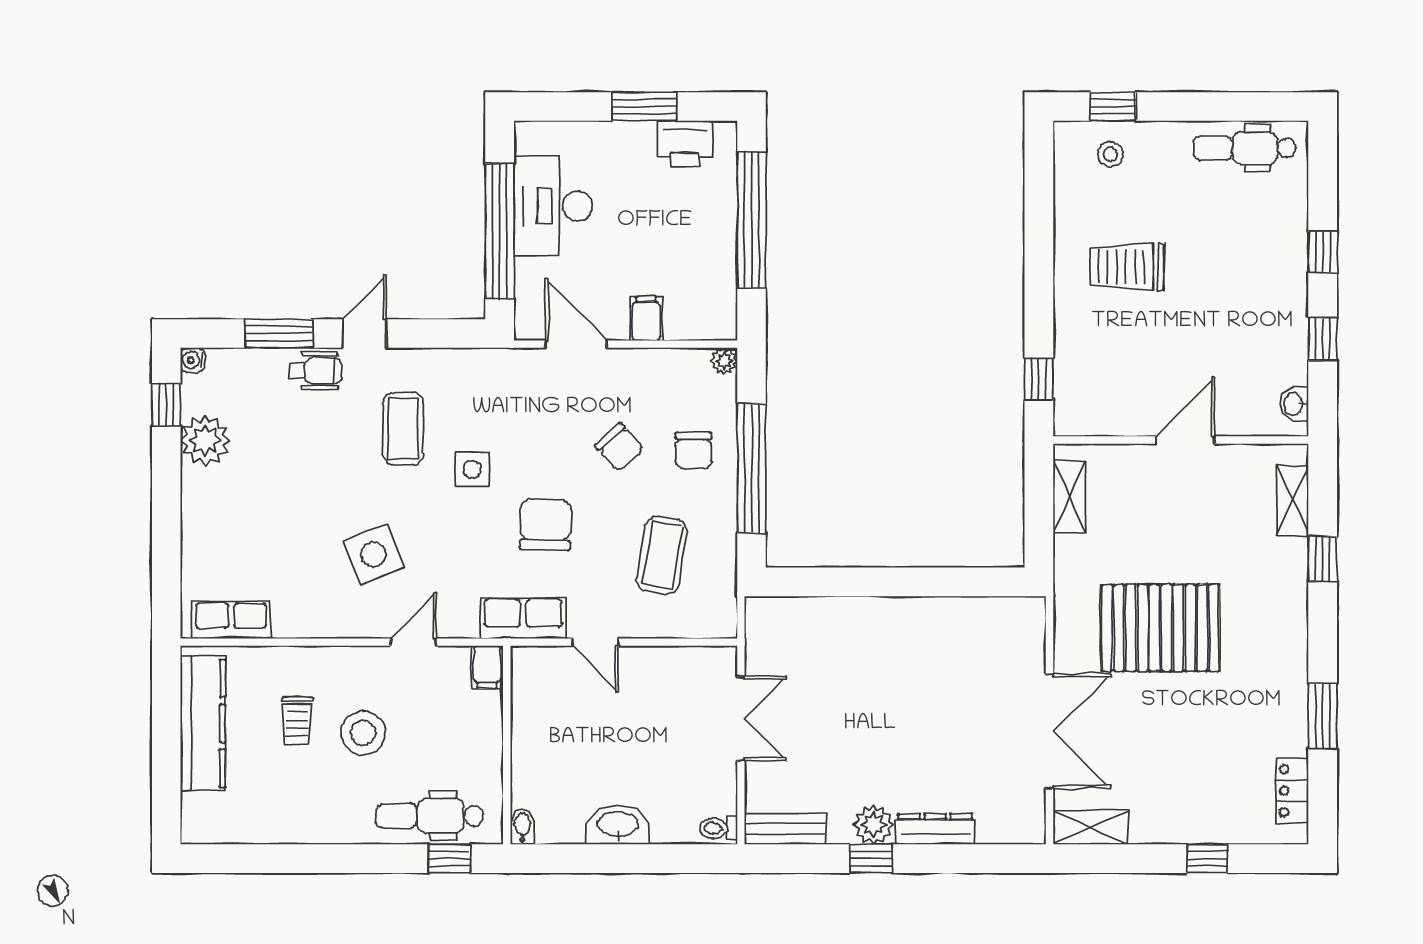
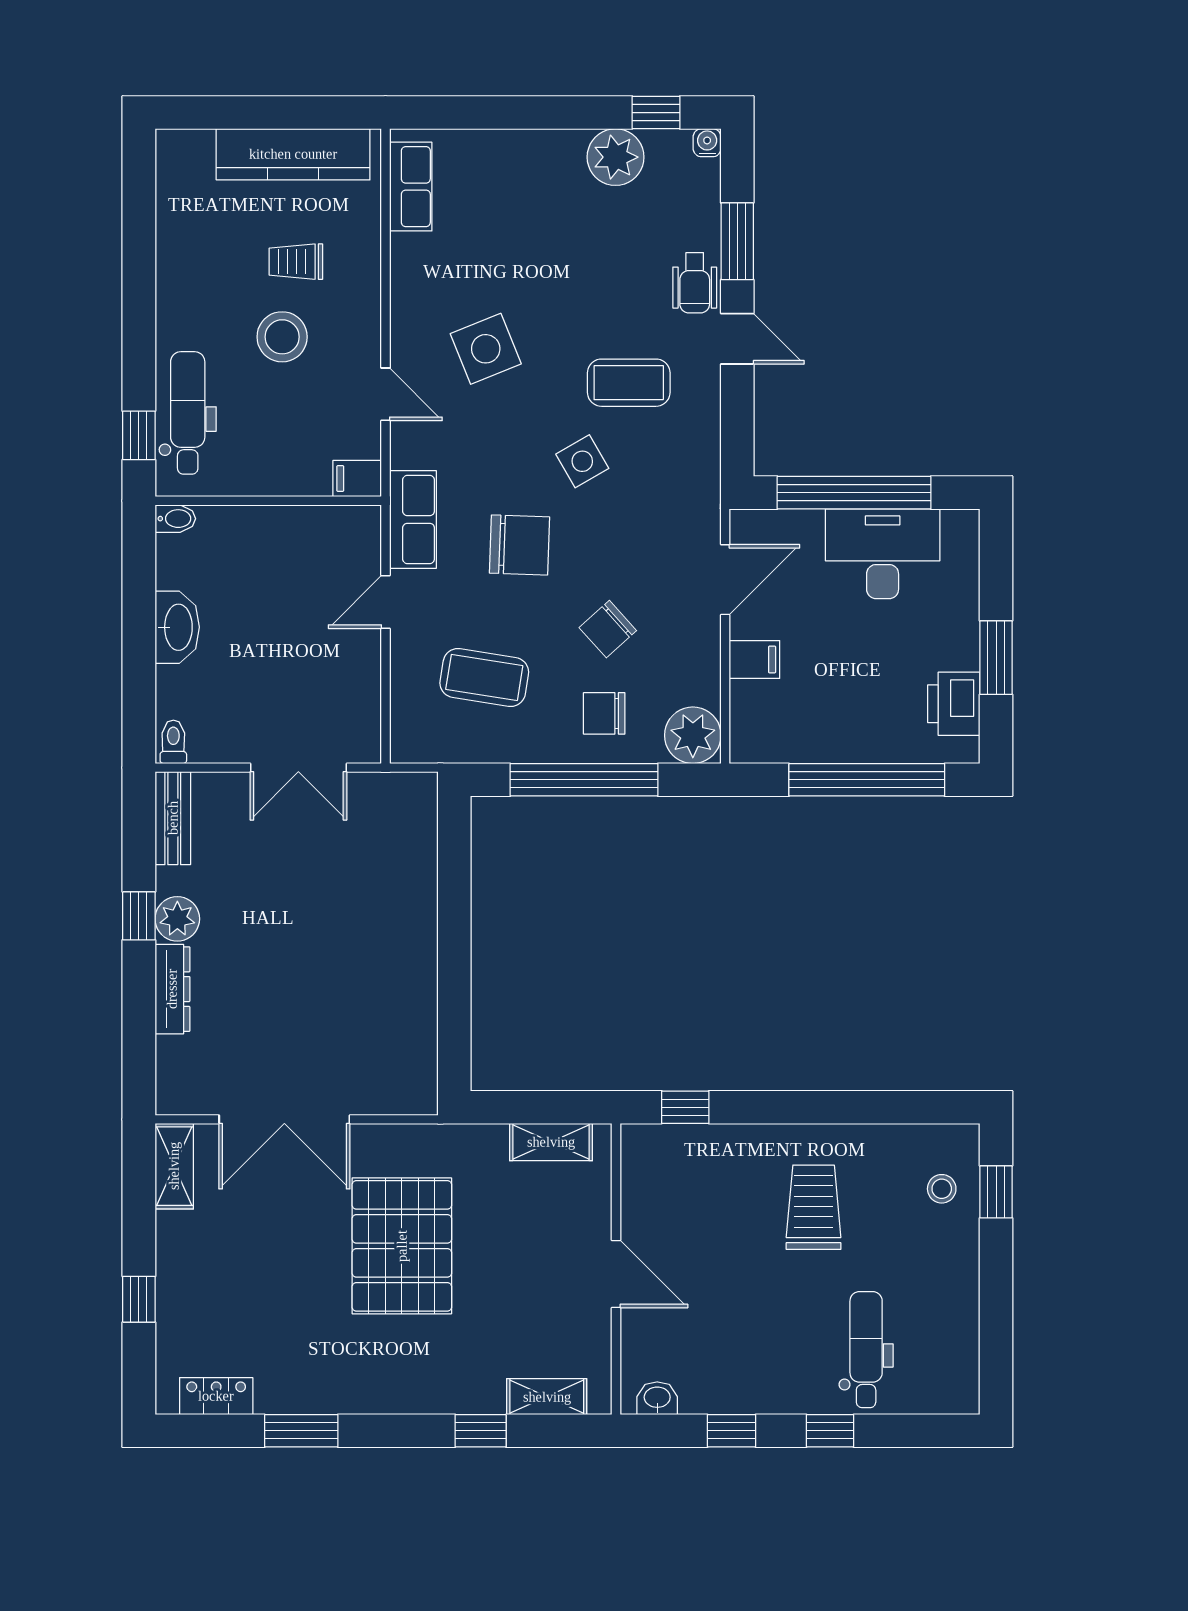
dental chair: (1245, 148) -> (866, 1350), moved
plant: (724, 361) -> (693, 735), width x1.87, depth x1.87
side table: (472, 470) -> (582, 461), turned -30

